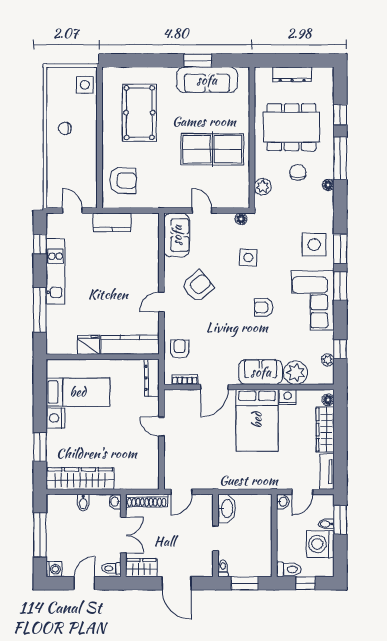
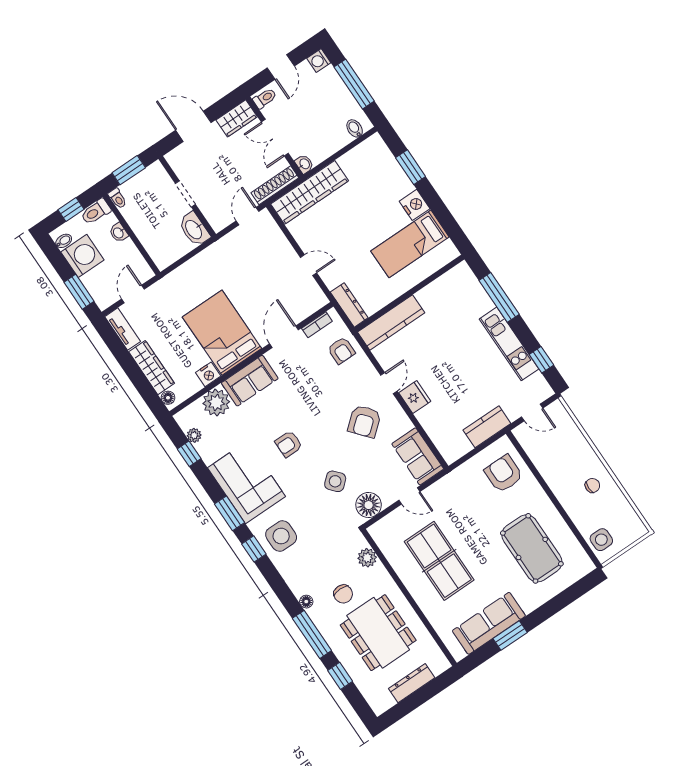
dining table: (292, 127) -> (378, 633), turned 90
table tennis table: (212, 149) -> (439, 561), turned 90
armchair: (123, 180) -> (504, 474), turned 89
floor lamp: (241, 219) -> (369, 505), width x1.89, depth x1.89
window: (340, 249) -> (254, 549), width x0.67
side table: (248, 258) -> (335, 481), turned 45
armchair: (264, 307) -> (289, 444), turned 180
fridge: (89, 345) -> (415, 397), moved, turned -90
wardrobe: (80, 479) -> (310, 192), moved
washbasin: (283, 502) -> (119, 233), moved
bidet: (83, 503) -> (355, 128), moved
bidet: (326, 524) -> (64, 241), moved
toilet: (223, 568) -> (117, 198), moved

